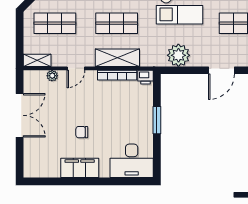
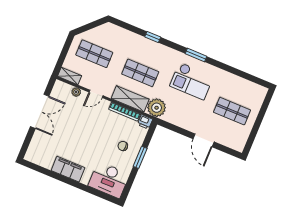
plant: (178, 55) -> (157, 108), moved
door: (221, 70) -> (204, 140), hinge flipped
chair: (82, 132) -> (123, 146), moved

